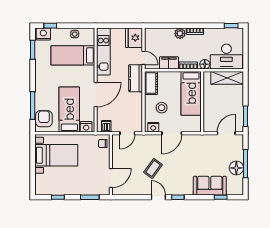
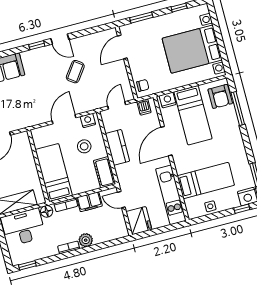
kitchen counter: (136, 78) -> (117, 147), moved
bed with nightstands: (56, 155) -> (192, 49), width x1.36

